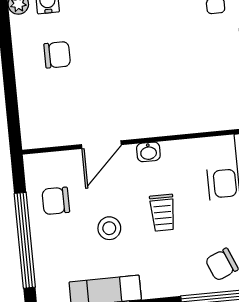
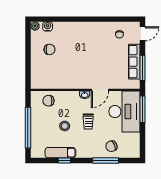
door: (101, 145) -> (100, 90), moved
chair: (56, 201) -> (48, 101), moved

